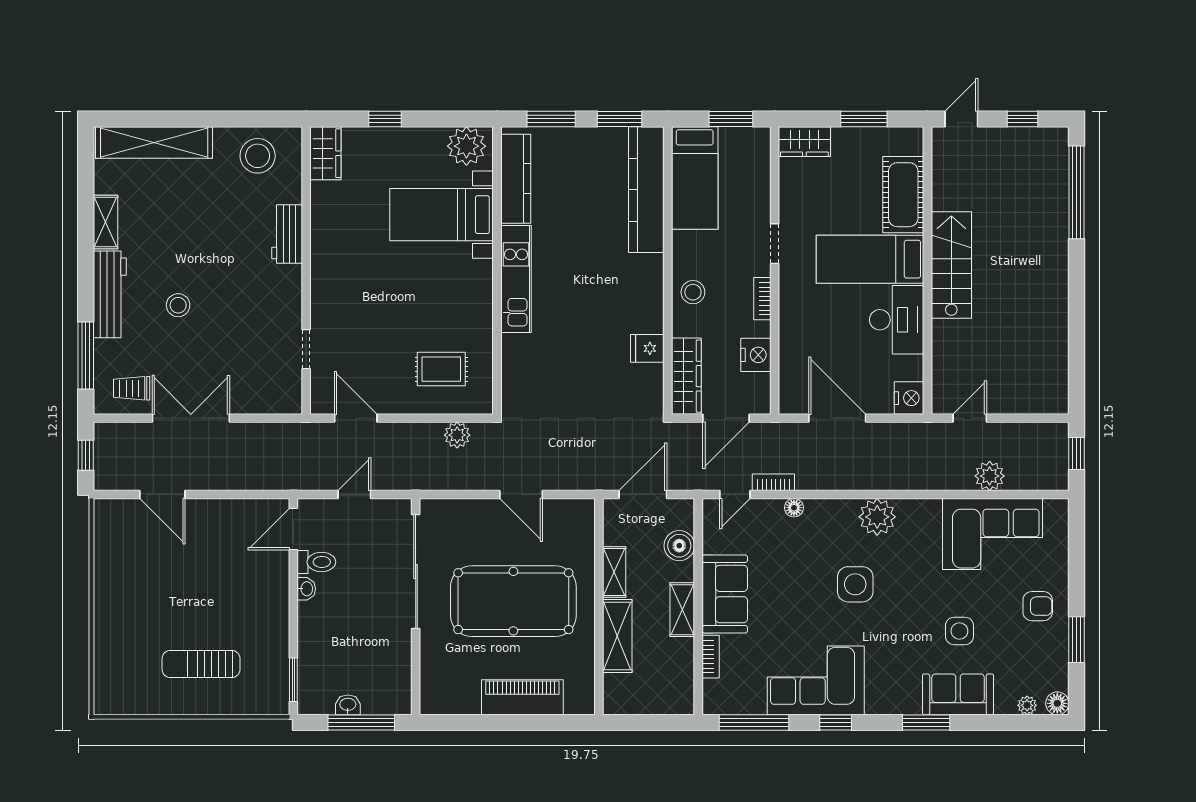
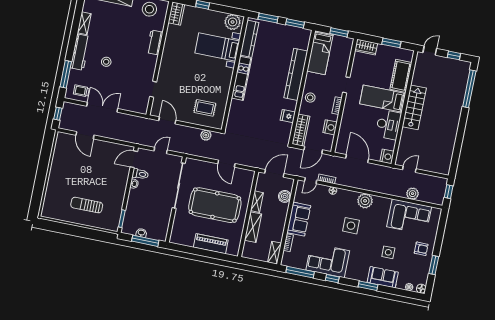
kitchen counter: (646, 190) -> (296, 74), moved
shelving: (682, 610) -> (275, 253), moved

